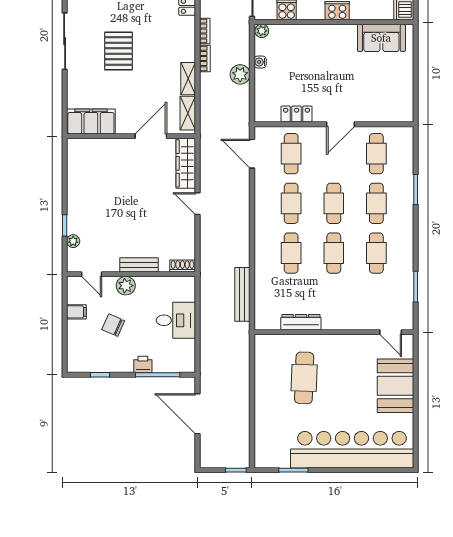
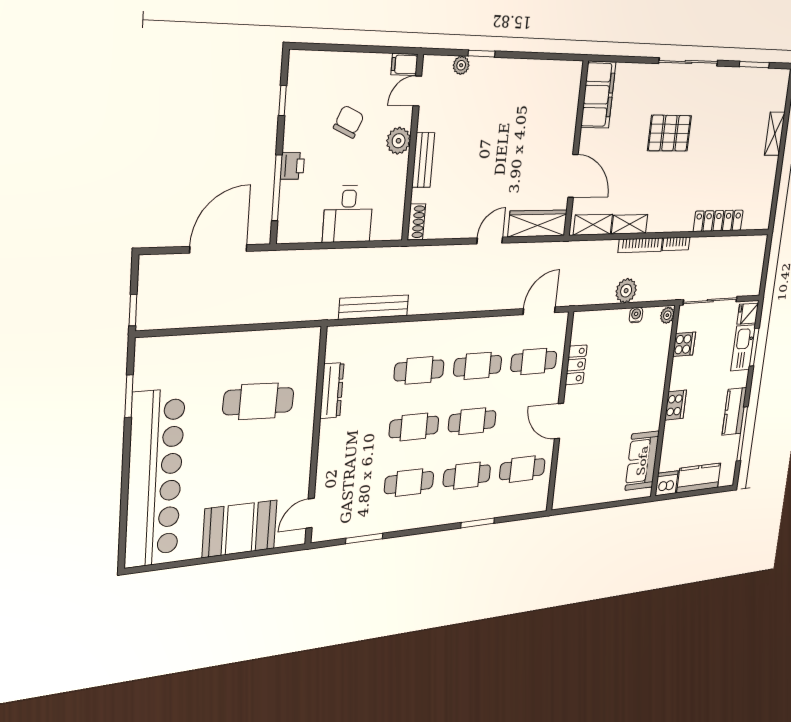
bookcase: (205, 59) -> (640, 245), width x1.56
filing cabinet: (76, 312) -> (404, 64), moved, turned 90

